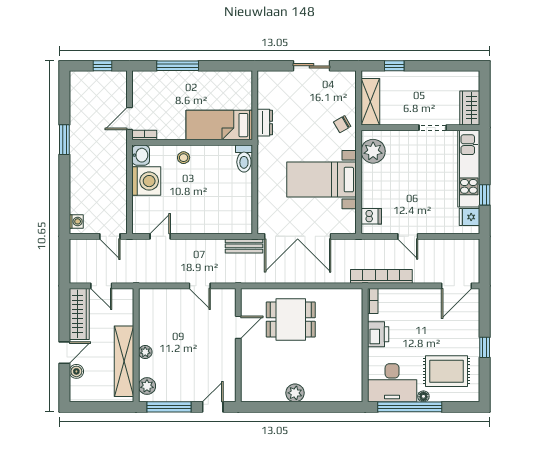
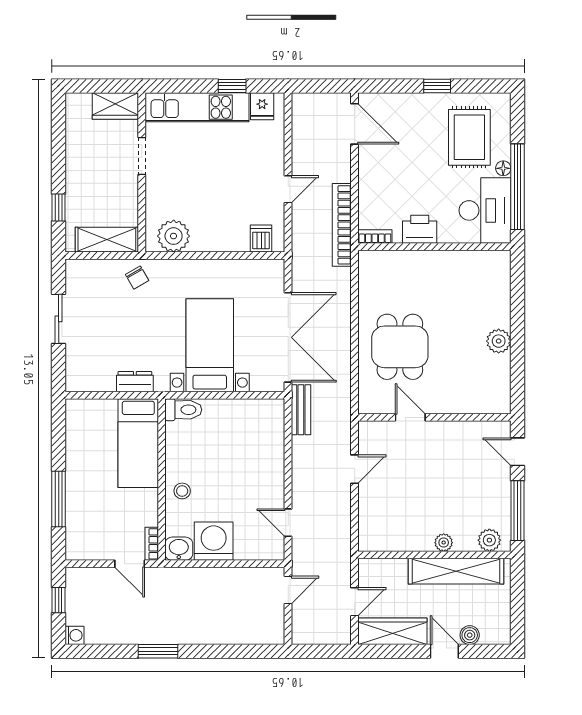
bed with nightstands: (321, 180) -> (210, 345), moved, turned 180
washing machine: (76, 221) -> (74, 635), moved, turned 90

